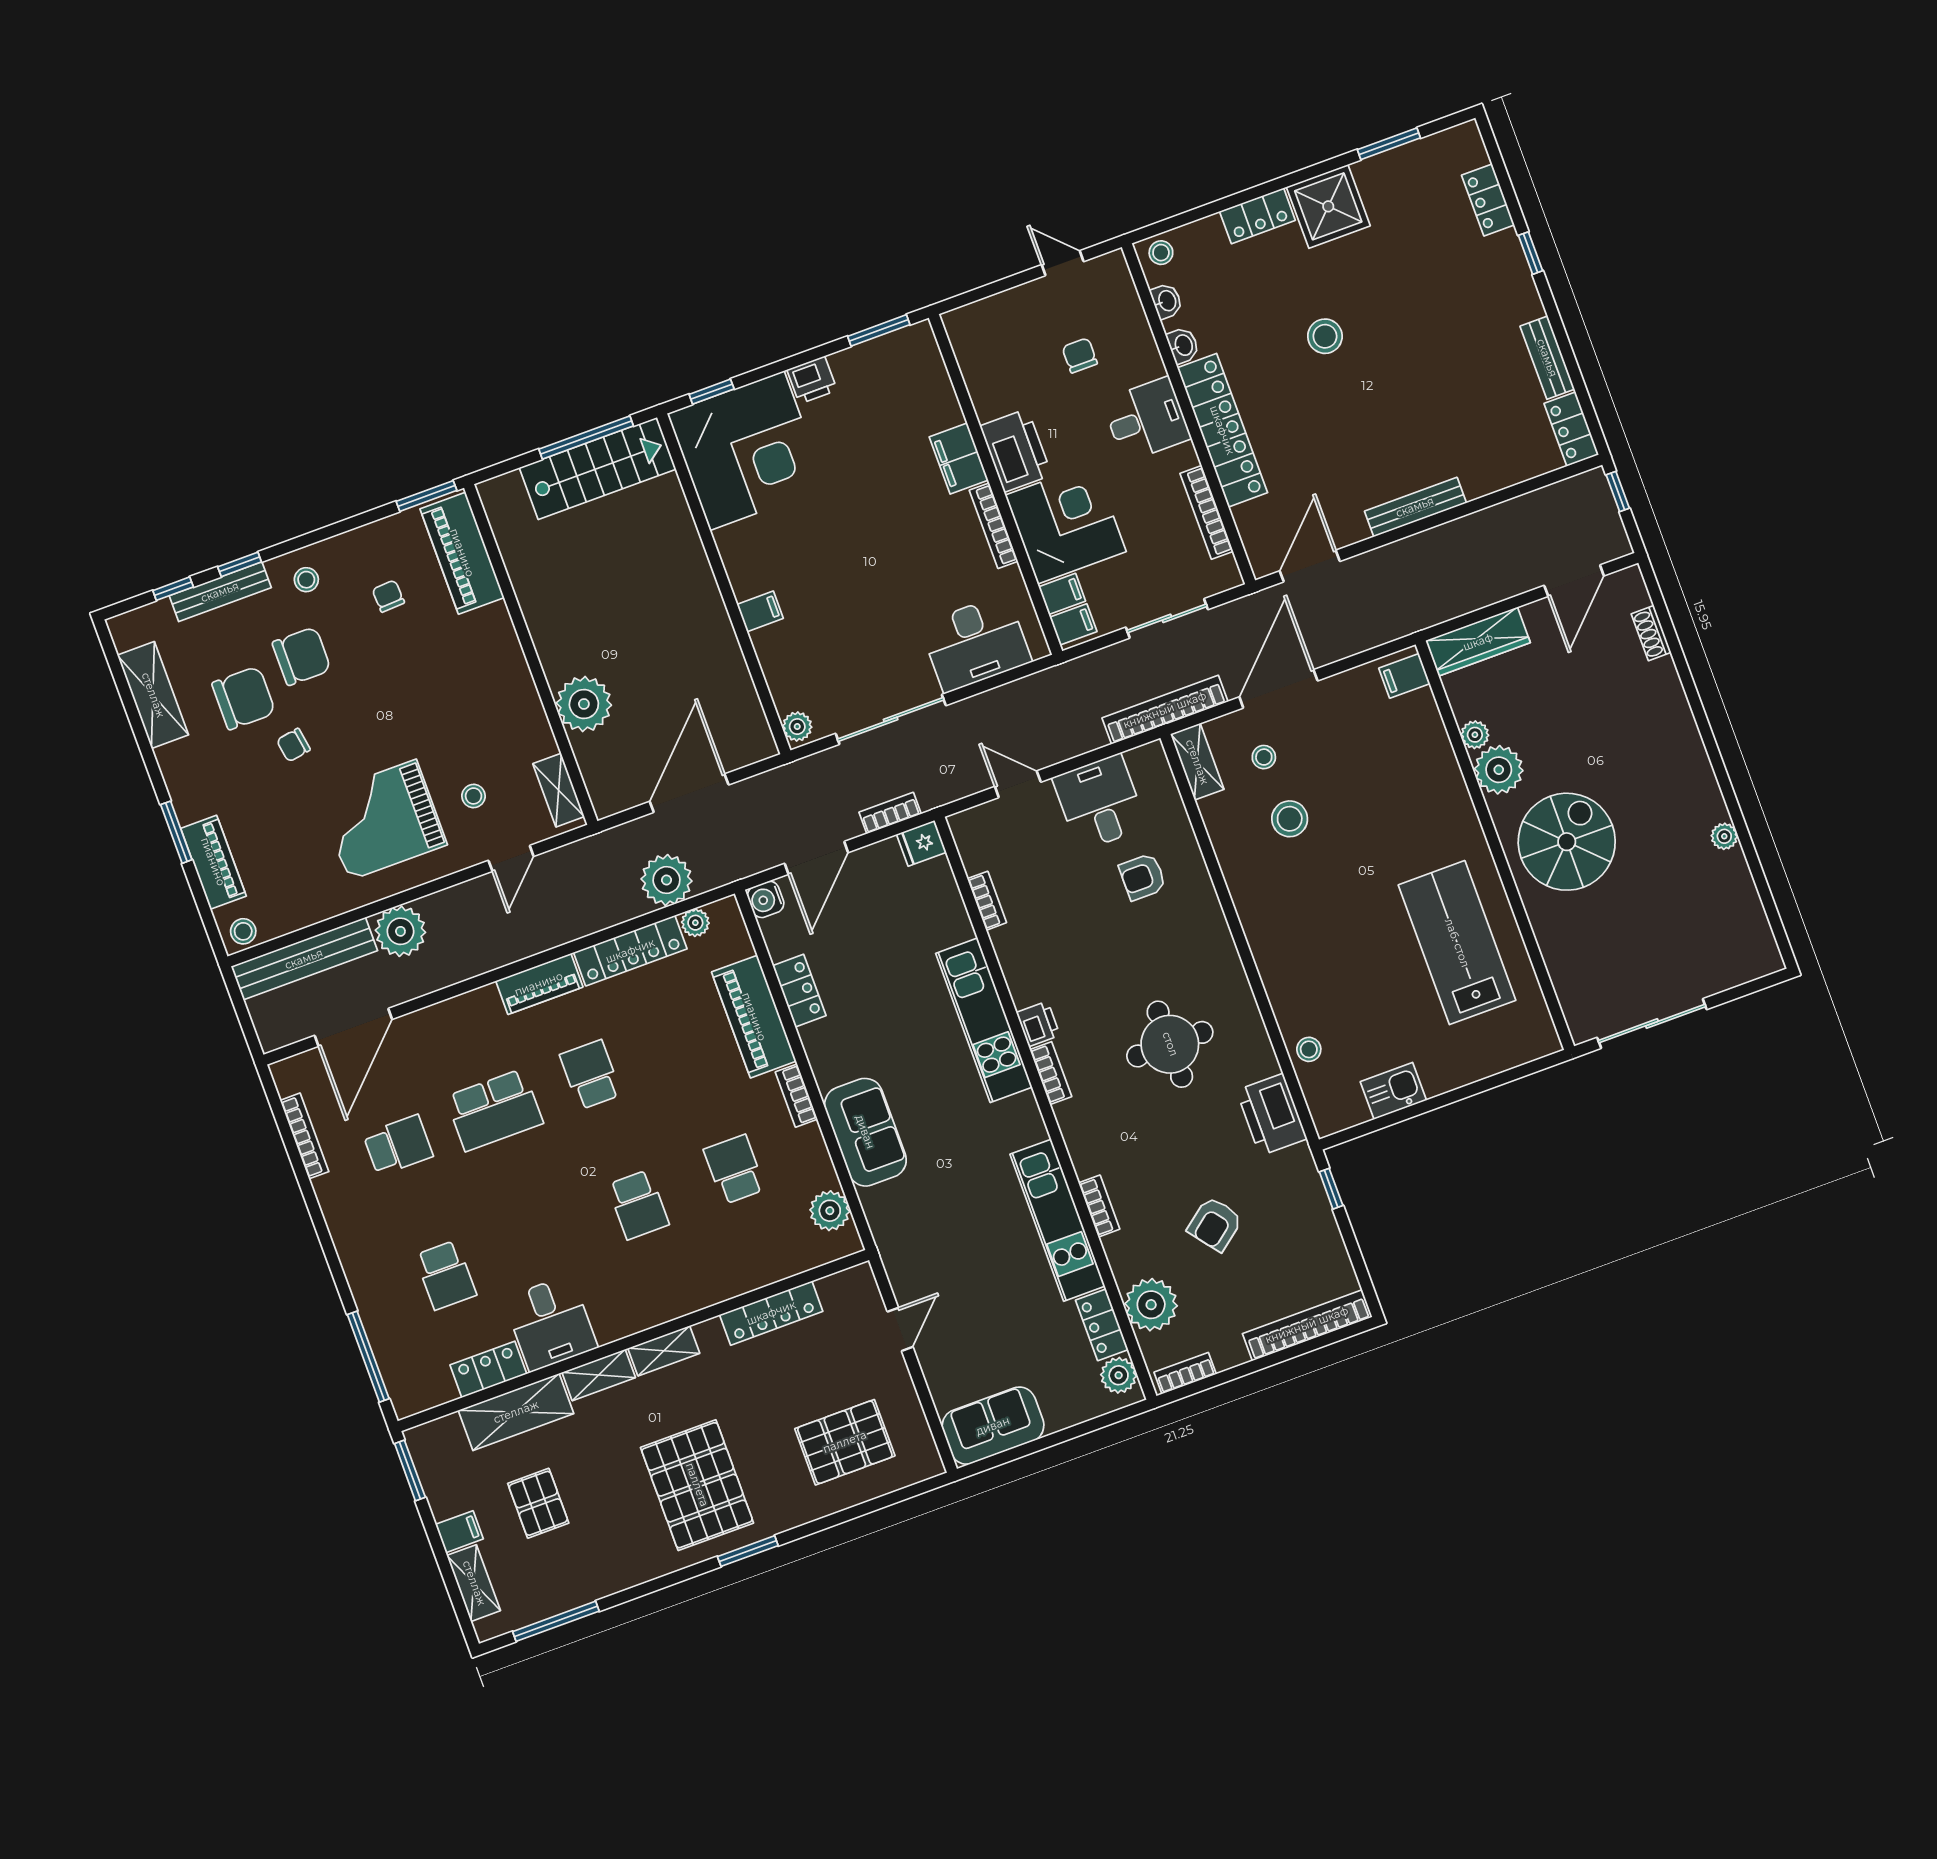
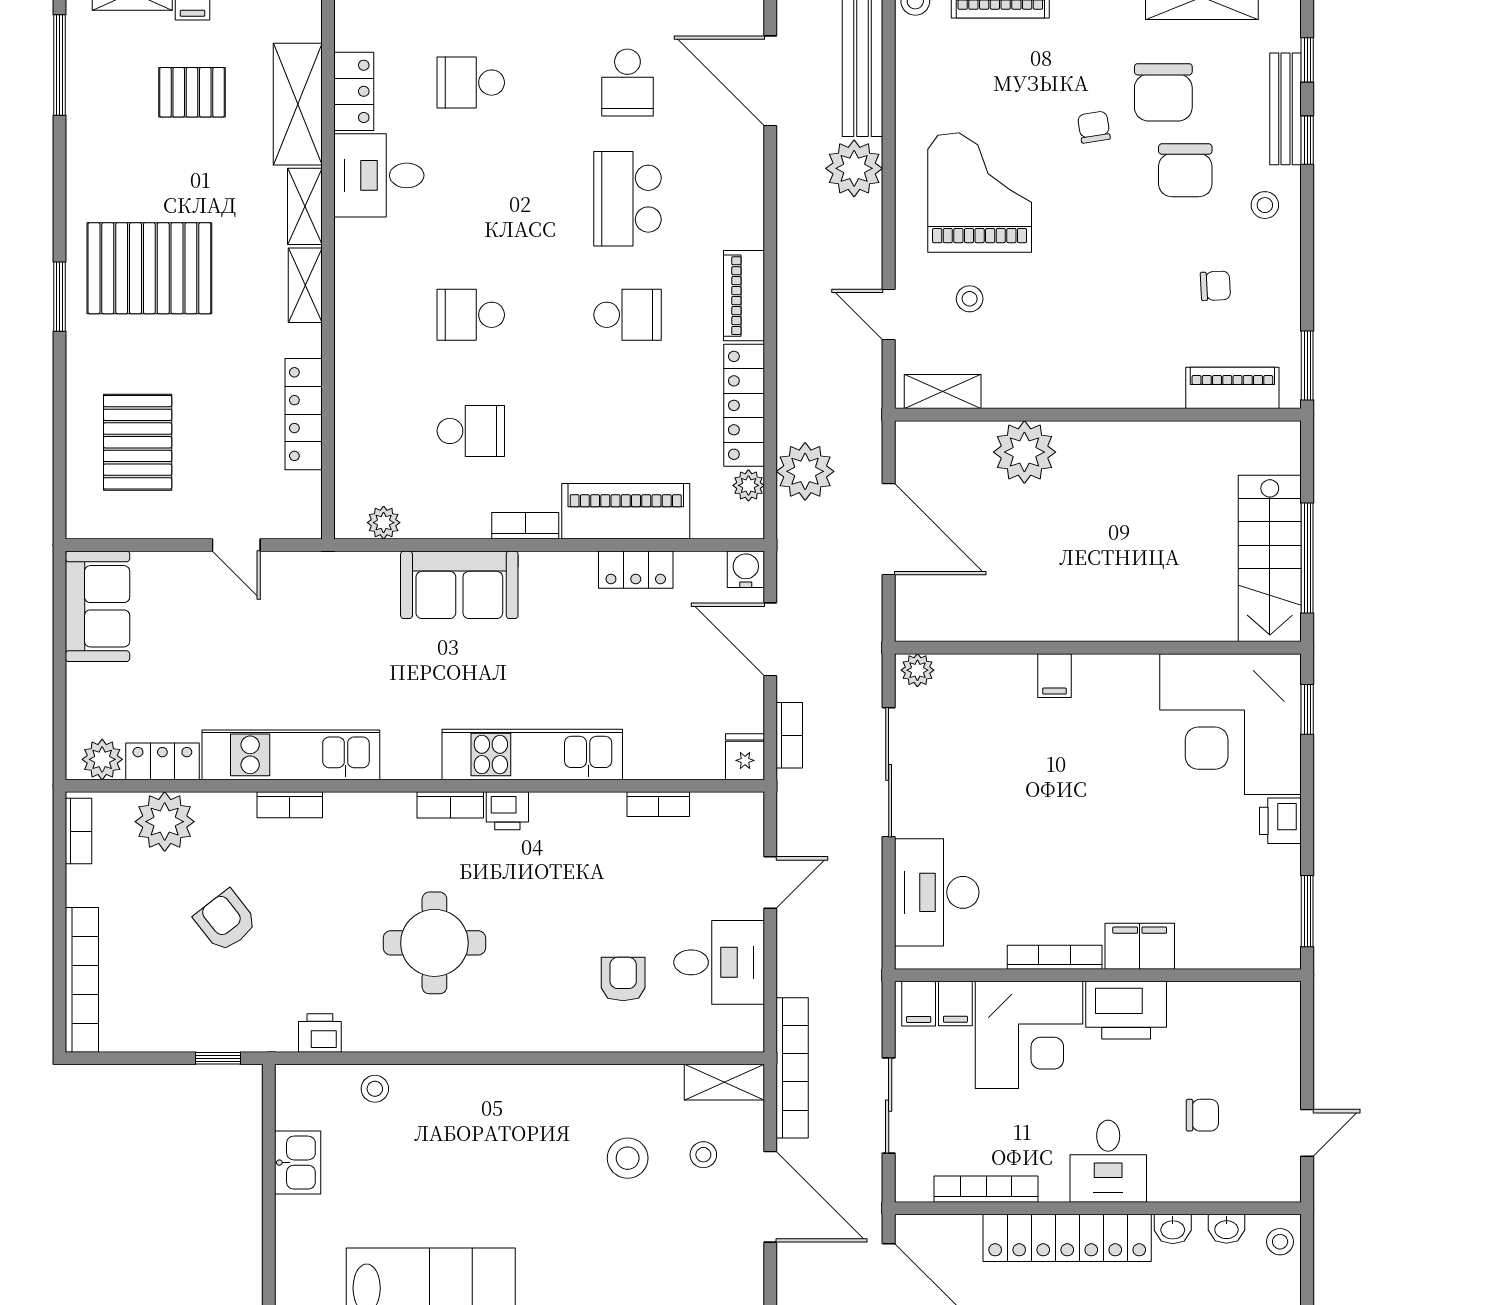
piano: (462, 553) -> (1232, 388), width x0.73, depth x0.75
printer: (1272, 1115) -> (320, 1033), width x0.53, depth x0.68
plant: (830, 1211) -> (384, 523), width x0.73, depth x0.73

